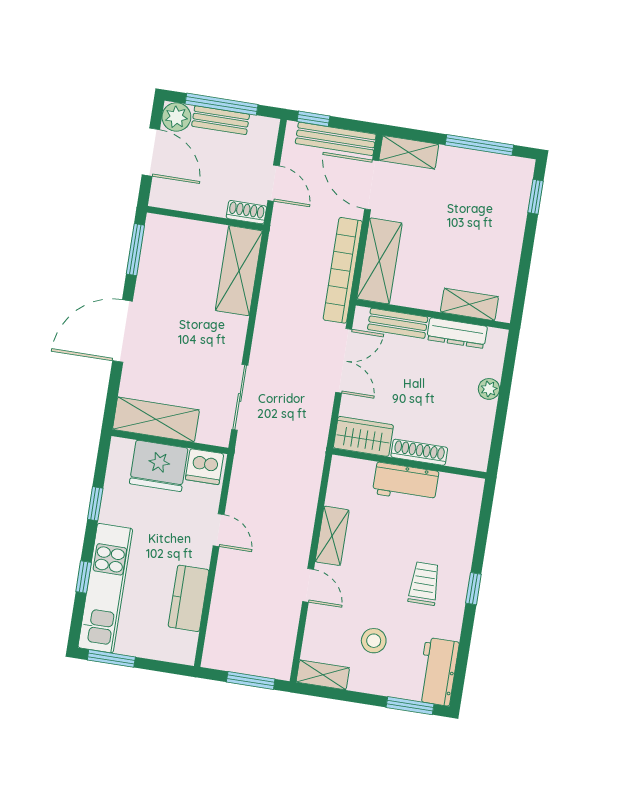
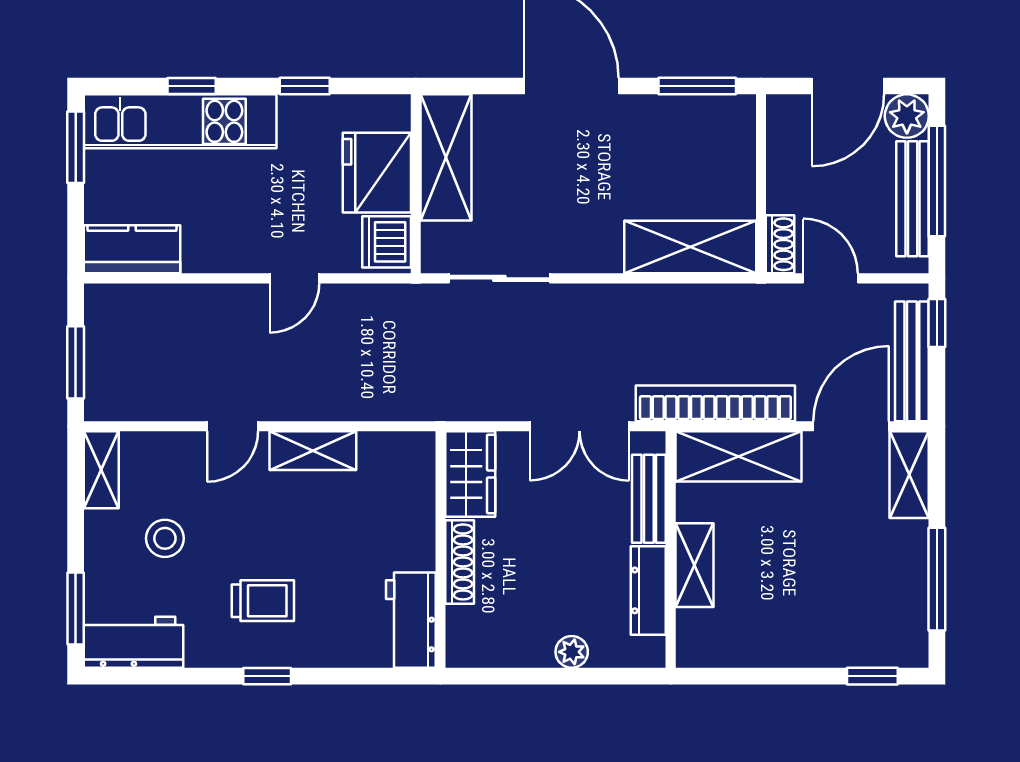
bench: (221, 120) -> (913, 199), width x1.36
door: (274, 183) -> (830, 278), swing flipped
shelving: (469, 304) -> (694, 565), moved
workbench: (406, 482) -> (411, 620), moved
kitchen counter: (189, 598) -> (132, 249), moved

